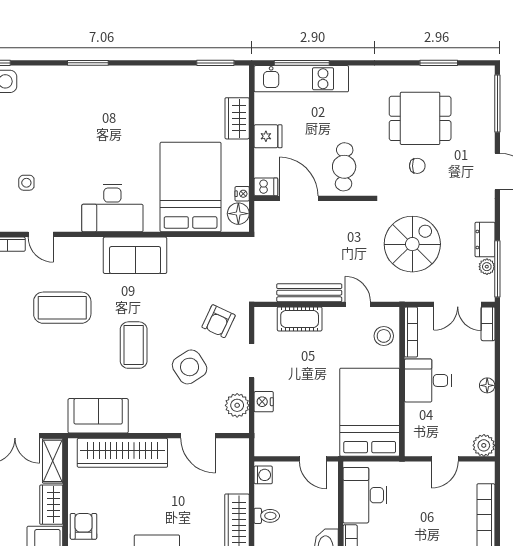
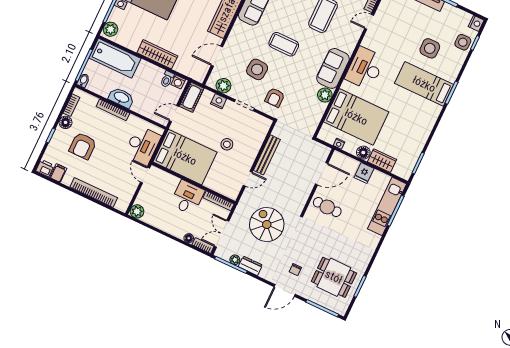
bed: (94, 110) -> (424, 84), added
dining table: (420, 118) -> (334, 277), moved, turned 90
chair: (417, 166) -> (295, 270), moved
side table: (26, 183) -> (430, 48), moved, width x1.87, depth x1.87
dishwasher: (266, 187) -> (337, 159), removed
floor lamp: (238, 214) -> (363, 153), moved
spiral stairs: (412, 244) -> (267, 225), turned 180
plant: (180, 249) -> (325, 95), added
cot: (300, 319) -> (192, 97), moved
armchair: (219, 321) -> (275, 97), turned -115
stool: (384, 336) -> (227, 144), moved
side table: (190, 367) -> (257, 69), turned 38
floor lamp: (487, 385) -> (189, 238), moved
door: (445, 459) -> (145, 175), moved
desk: (365, 495) -> (142, 145), moved, turned 90
toilet: (267, 516) -> (167, 79), moved

